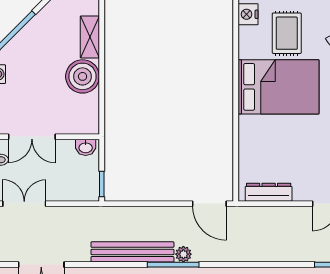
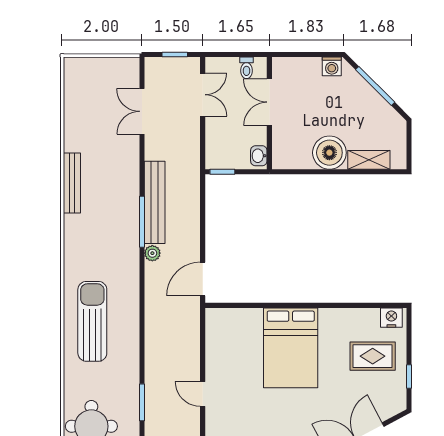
bed: (279, 87) -> (291, 348), moved
dresser: (269, 192) -> (214, 338), removed
window: (173, 265) -> (142, 222), moved

